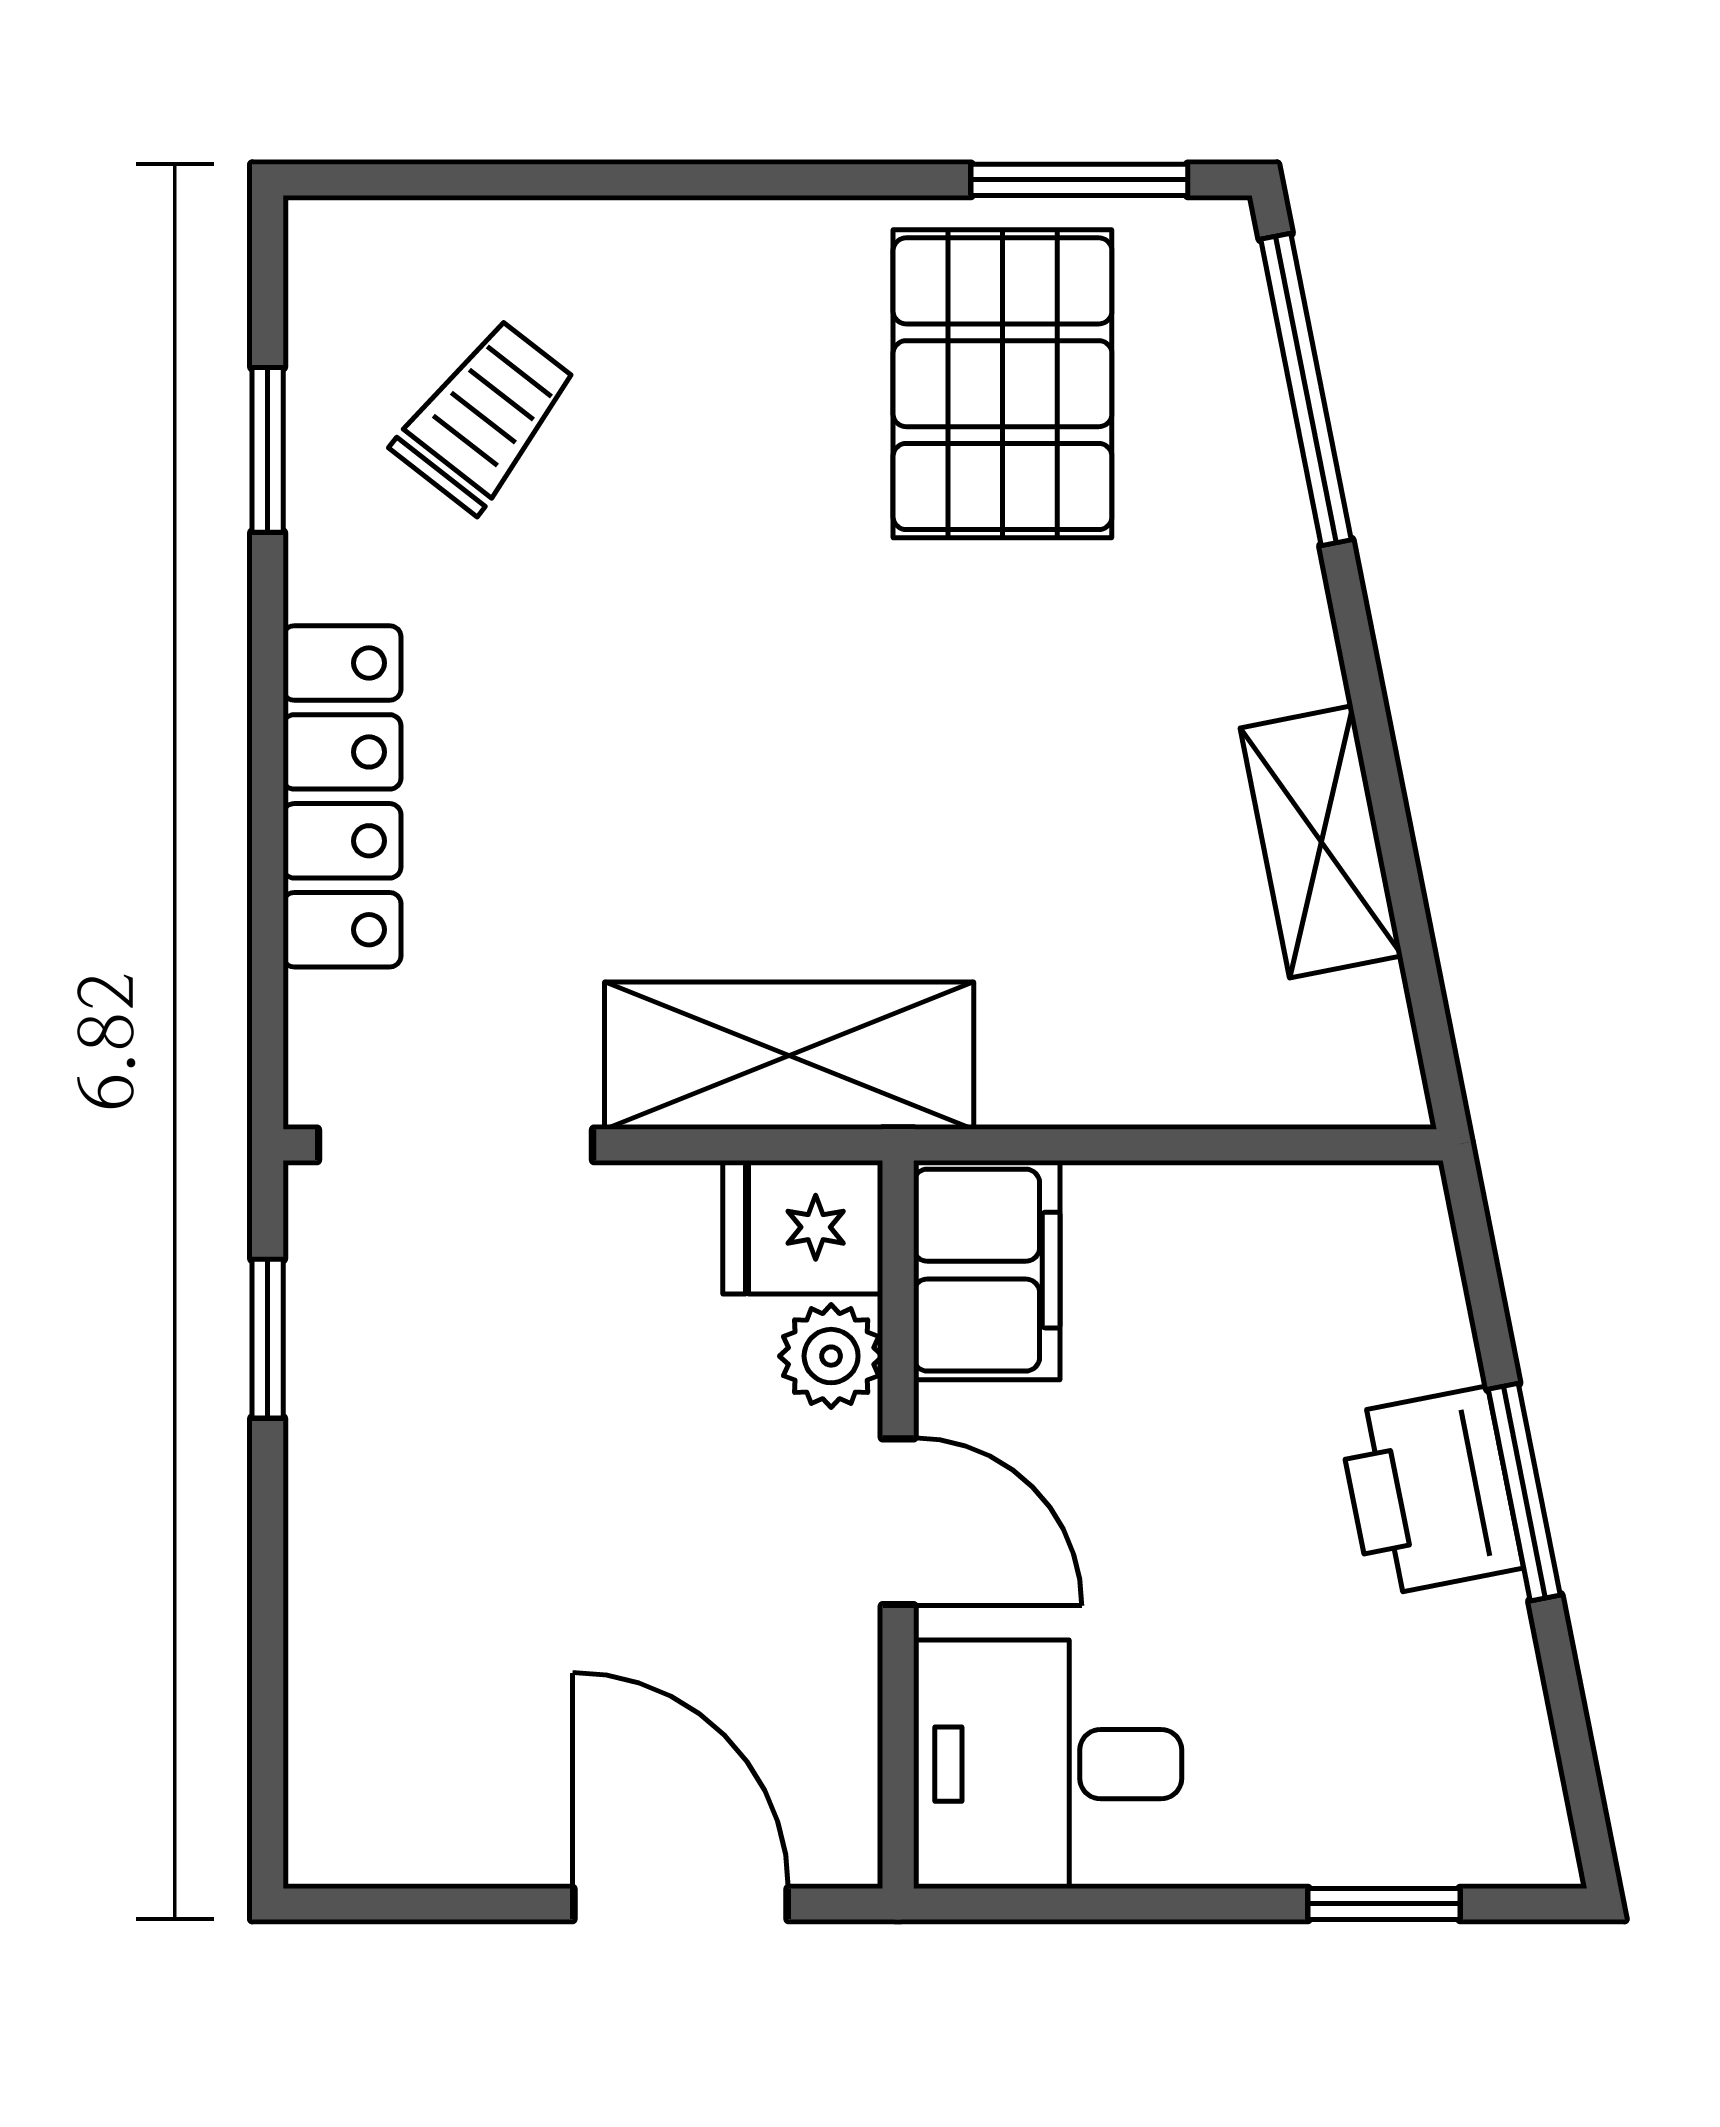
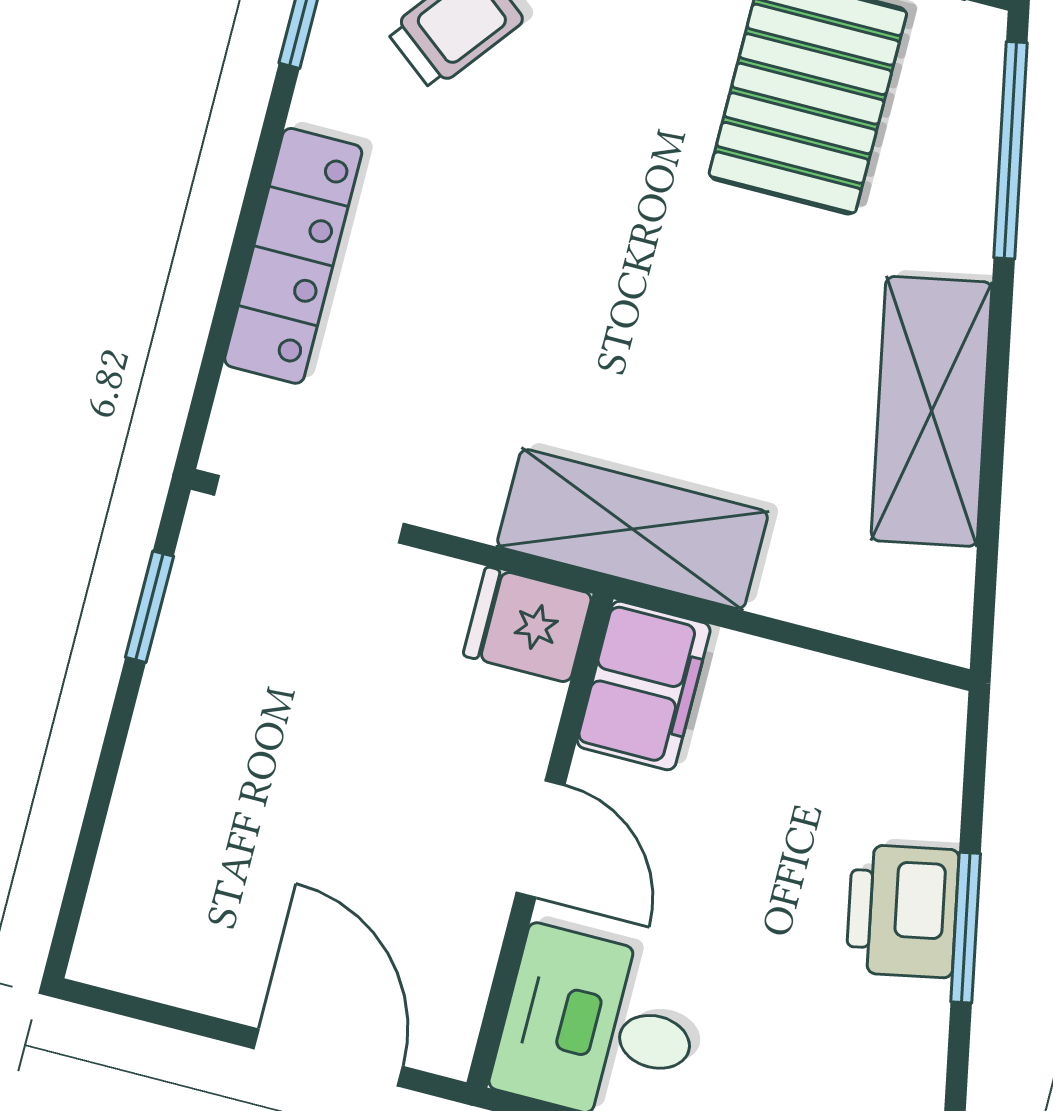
shelving: (1321, 842) -> (932, 411), width x1.50, depth x1.33
shelving: (789, 1056) -> (633, 529), moved
plant: (831, 1356) -> (524, 716), removed

